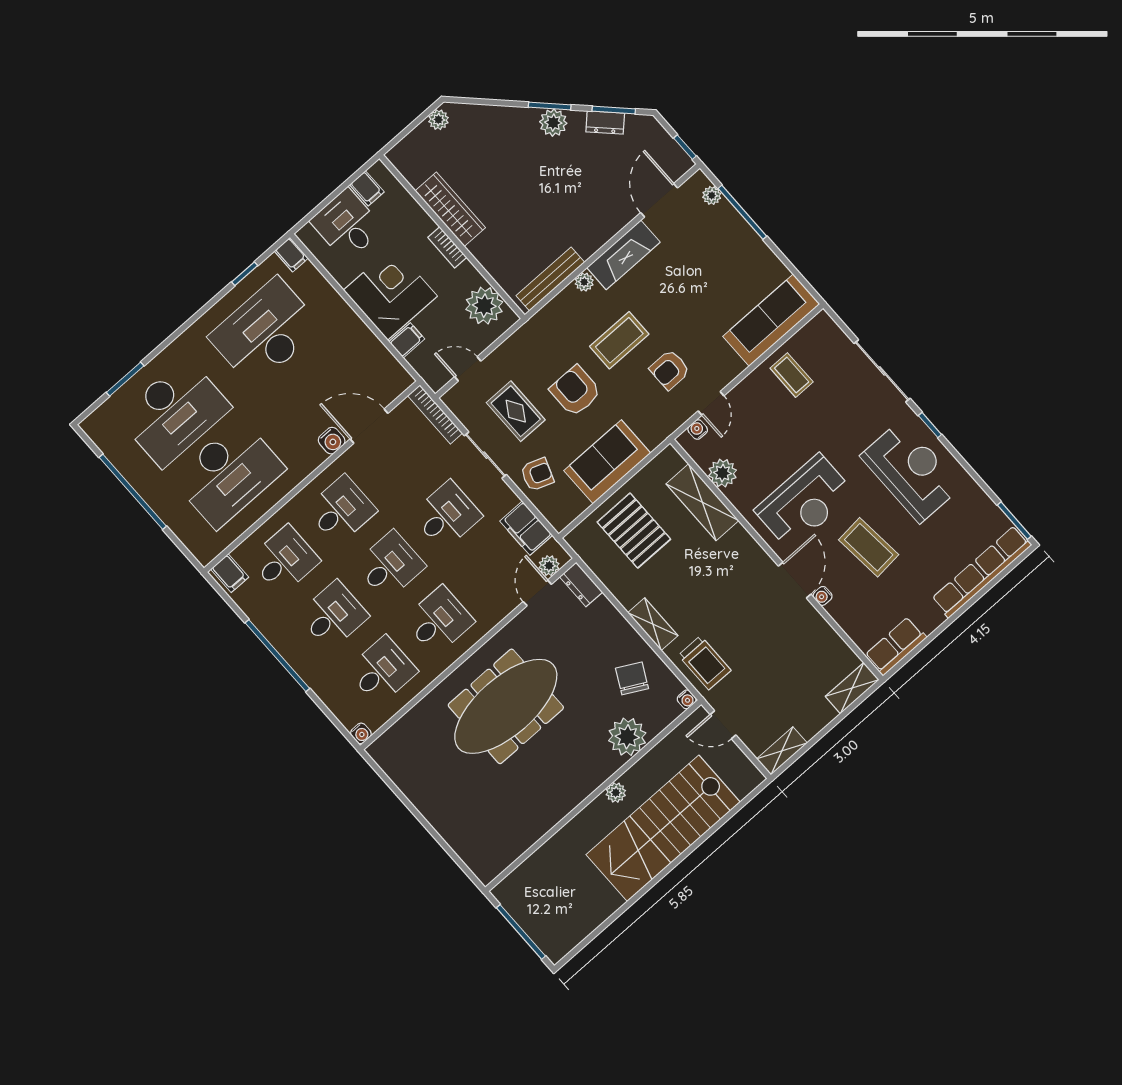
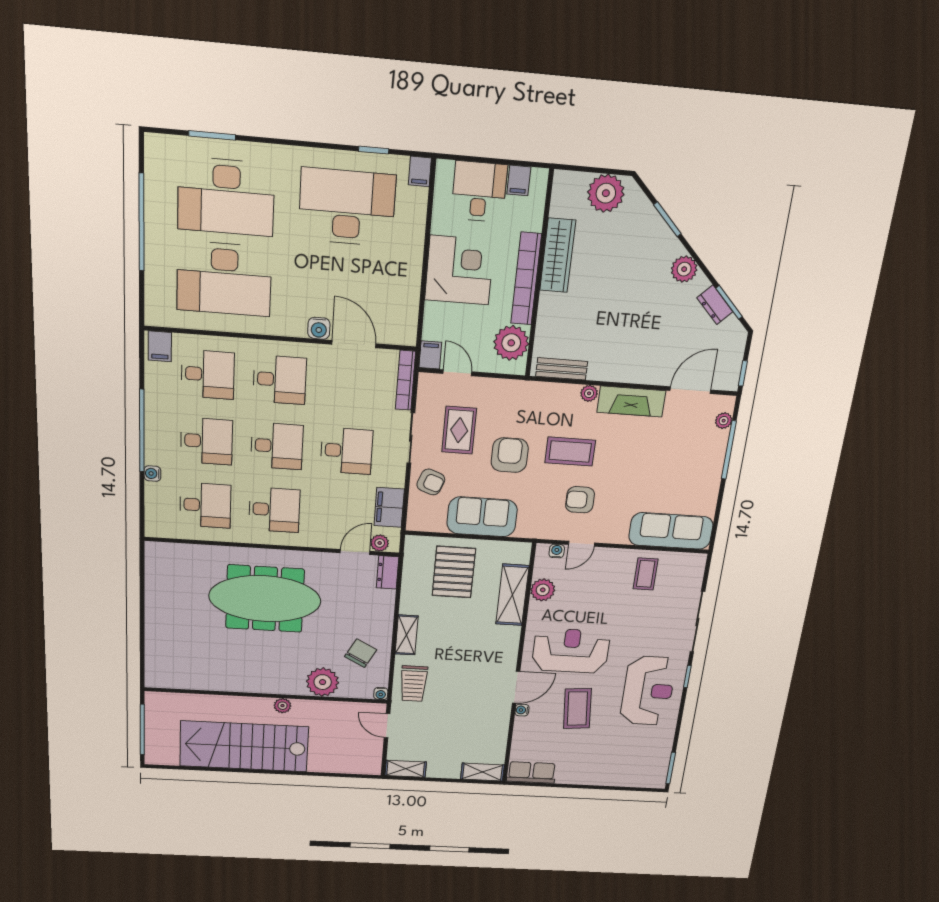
window: (550, 106) -> (667, 219), moved
plant: (438, 120) -> (606, 193), width x1.88, depth x1.88
bookcase: (447, 247) -> (526, 279), width x2.31, depth x1.31
bench: (550, 279) -> (562, 369), width x0.73
filing cabinet: (407, 340) -> (430, 355), moved, turned -90
reception desk: (805, 502) -> (571, 651), turned 180
row of seats: (982, 572) -> (622, 777), removed
water cooler: (361, 733) -> (152, 474), moved, turned 90
stairs: (663, 828) -> (244, 746), moved

